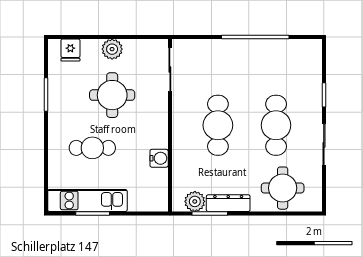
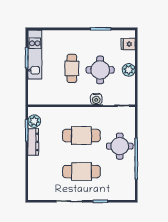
cafe table: (92, 148) -> (72, 68), moved
water cooler: (159, 158) -> (96, 99), moved
round table: (283, 188) -> (120, 146), moved

